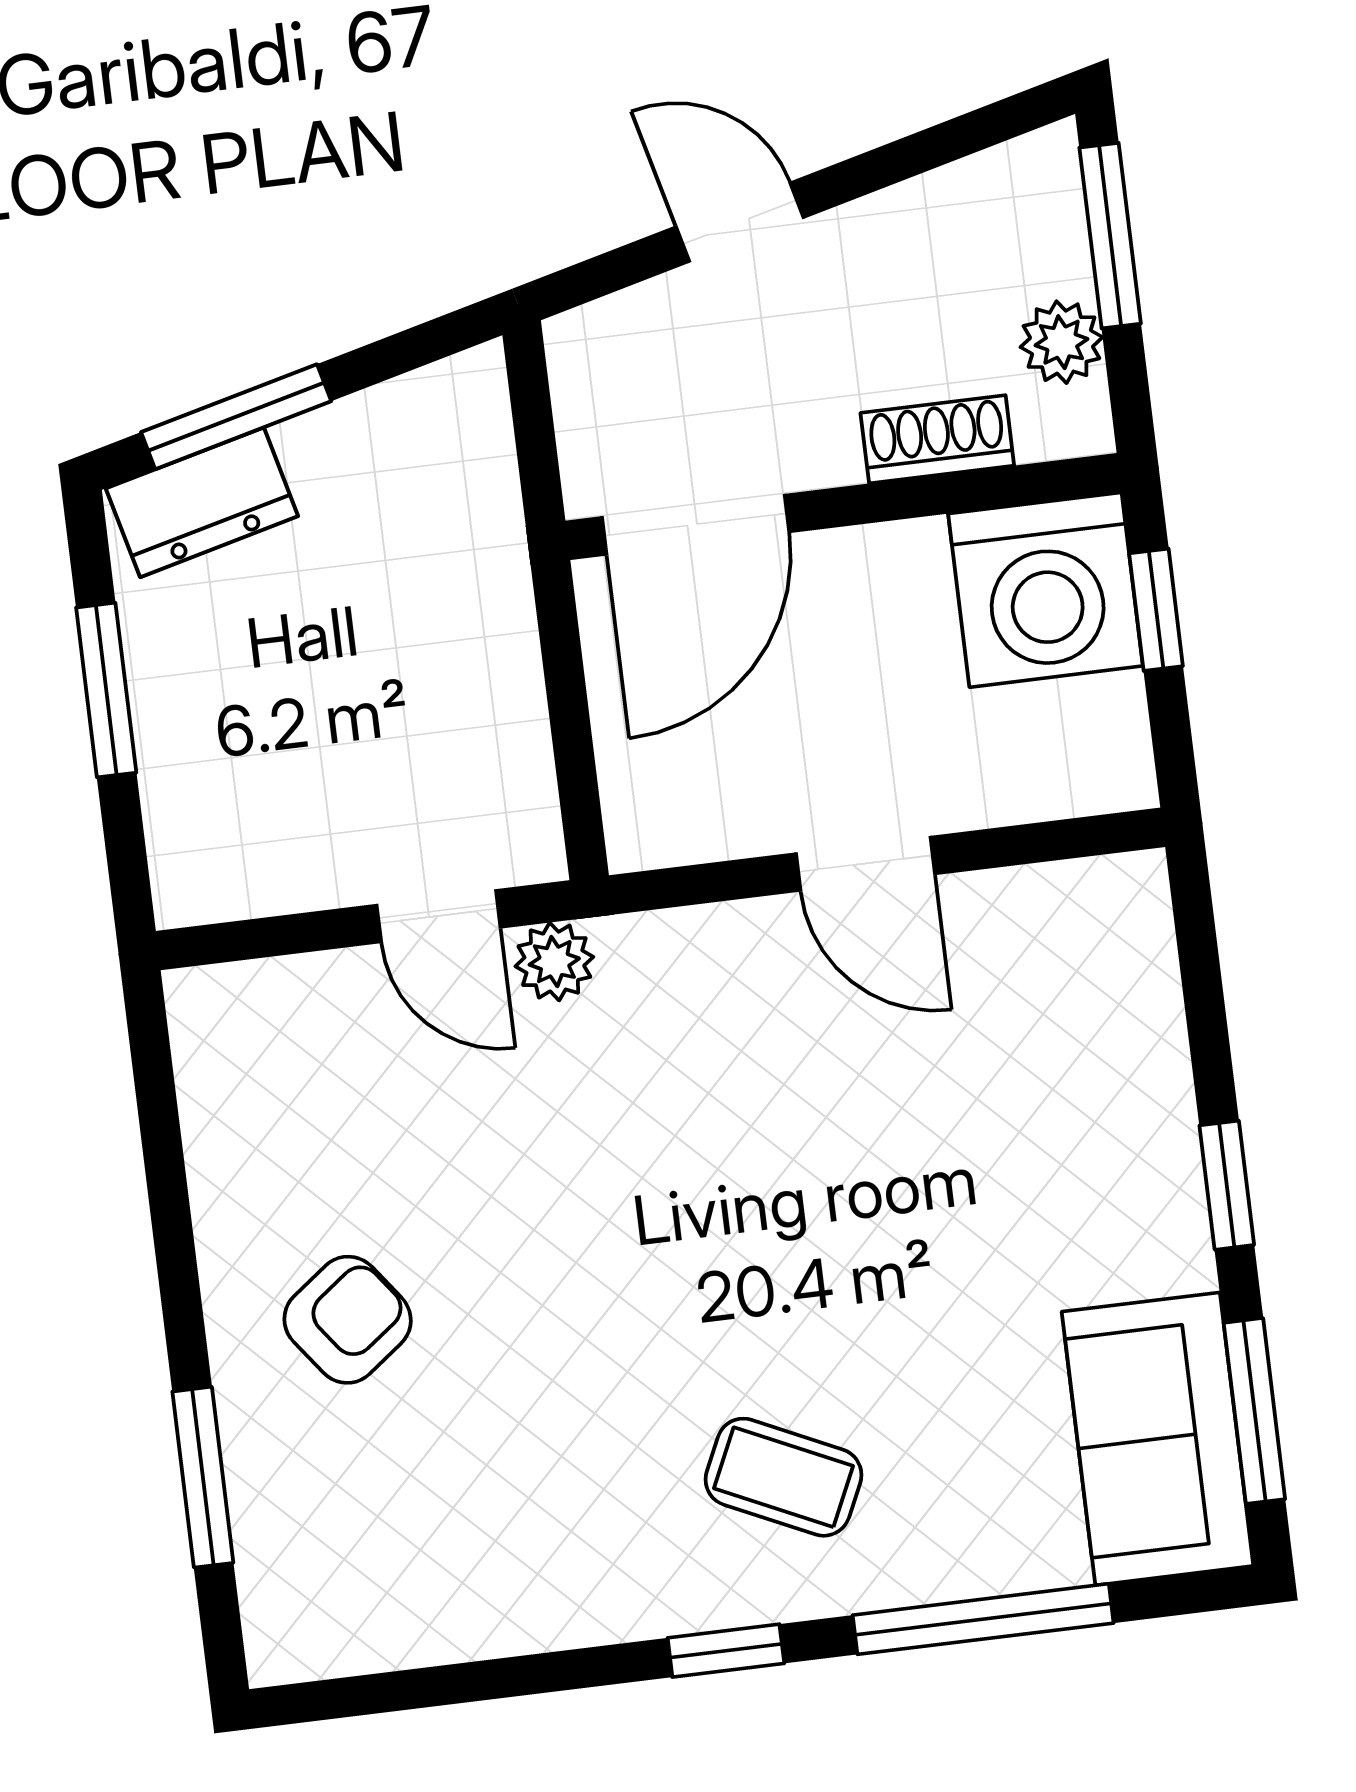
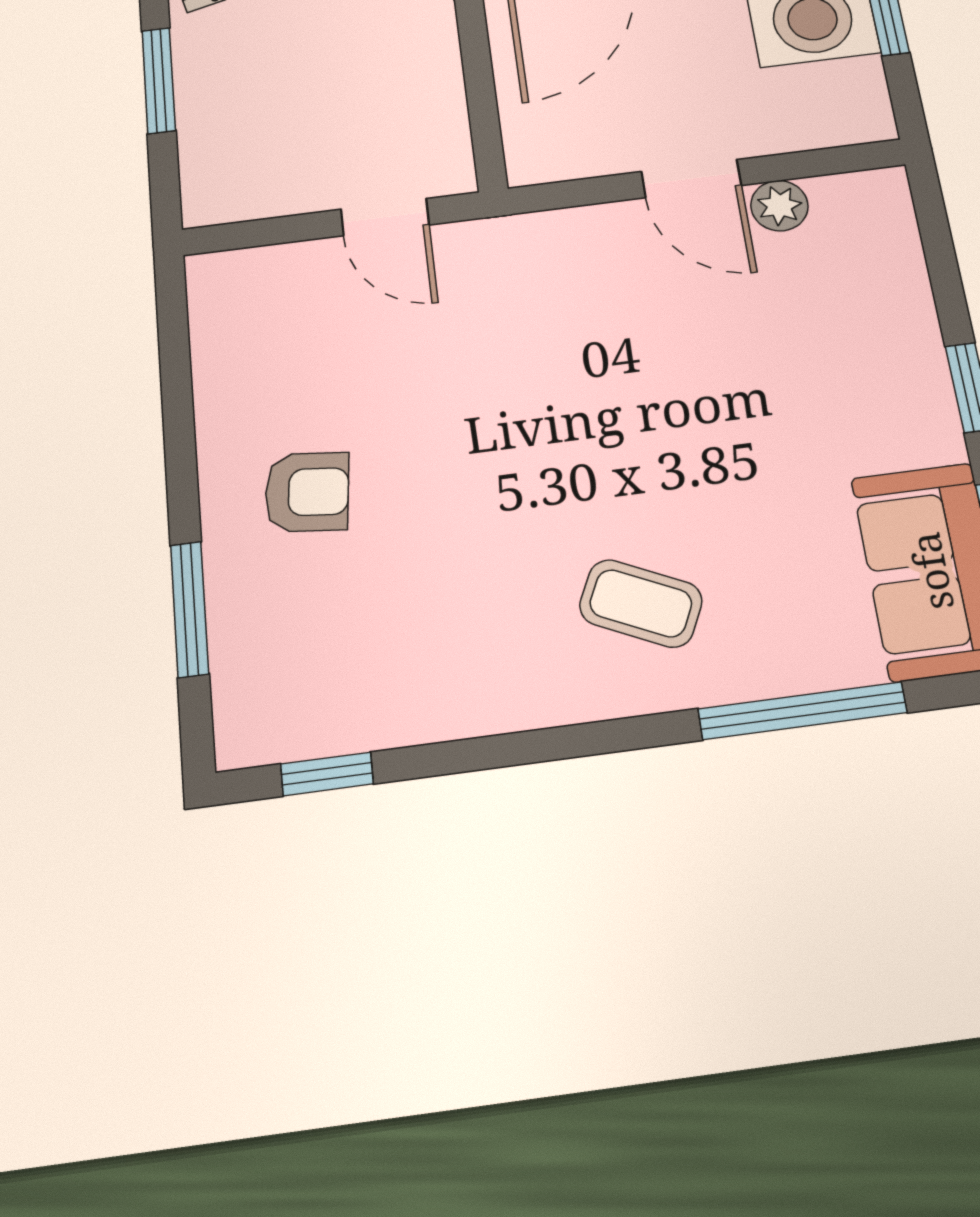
plant: (554, 962) -> (779, 206), moved
armchair: (348, 1320) -> (307, 492), turned 43
window: (726, 1651) -> (327, 774), moved

